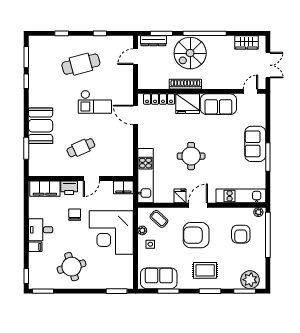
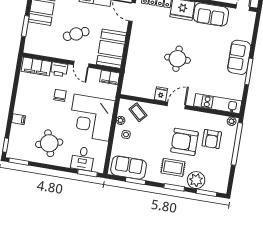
booth: (120, 157) -> (111, 49), added
kitchen unit: (145, 176) -> (132, 70), removed
door: (91, 179) -> (81, 64), hinge flipped
desk: (41, 230) -> (83, 159), moved, turned -90
armchair: (196, 235) -> (184, 142), moved
plant: (250, 280) -> (196, 180), moved

